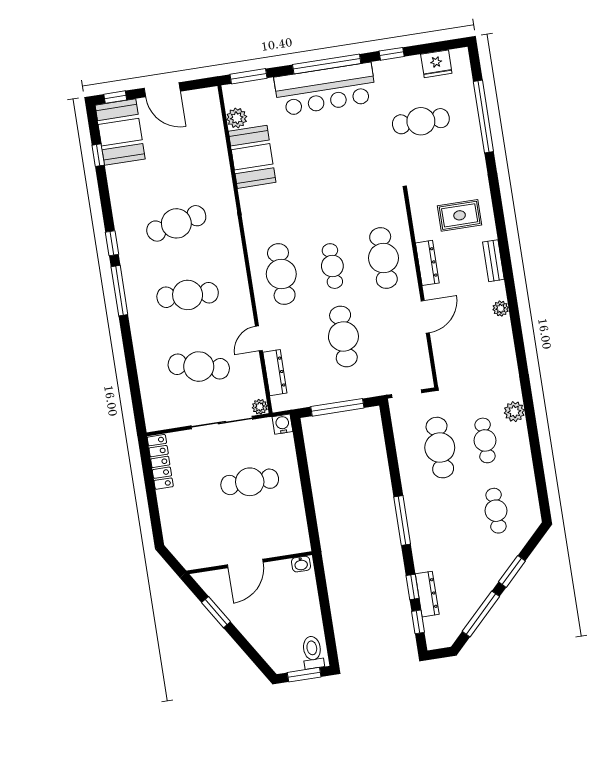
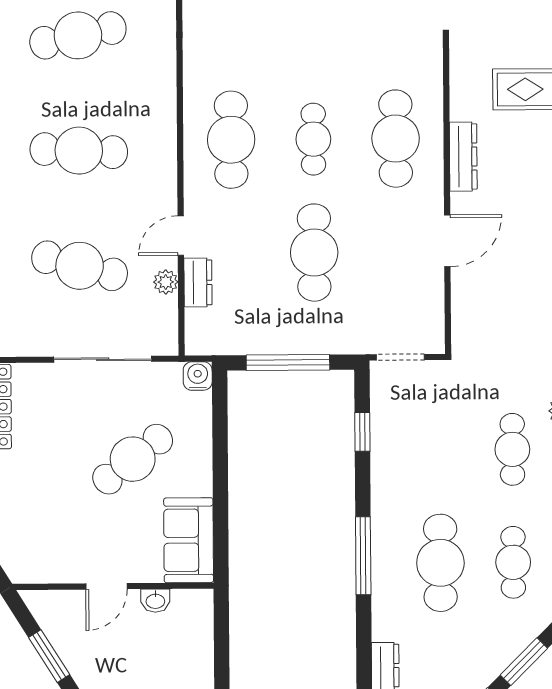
dresser: (275, 373) -> (198, 282), width x0.70
plant: (260, 407) -> (166, 282), moved
cafe table: (440, 448) -> (440, 563), moved
cafe table: (250, 482) -> (133, 459), turned -38
sofa: (292, 527) -> (189, 540), added
door: (245, 563) -> (107, 586), width x0.73
washbasin: (301, 564) -> (155, 601), moved
window: (413, 587) -> (362, 432), moved

